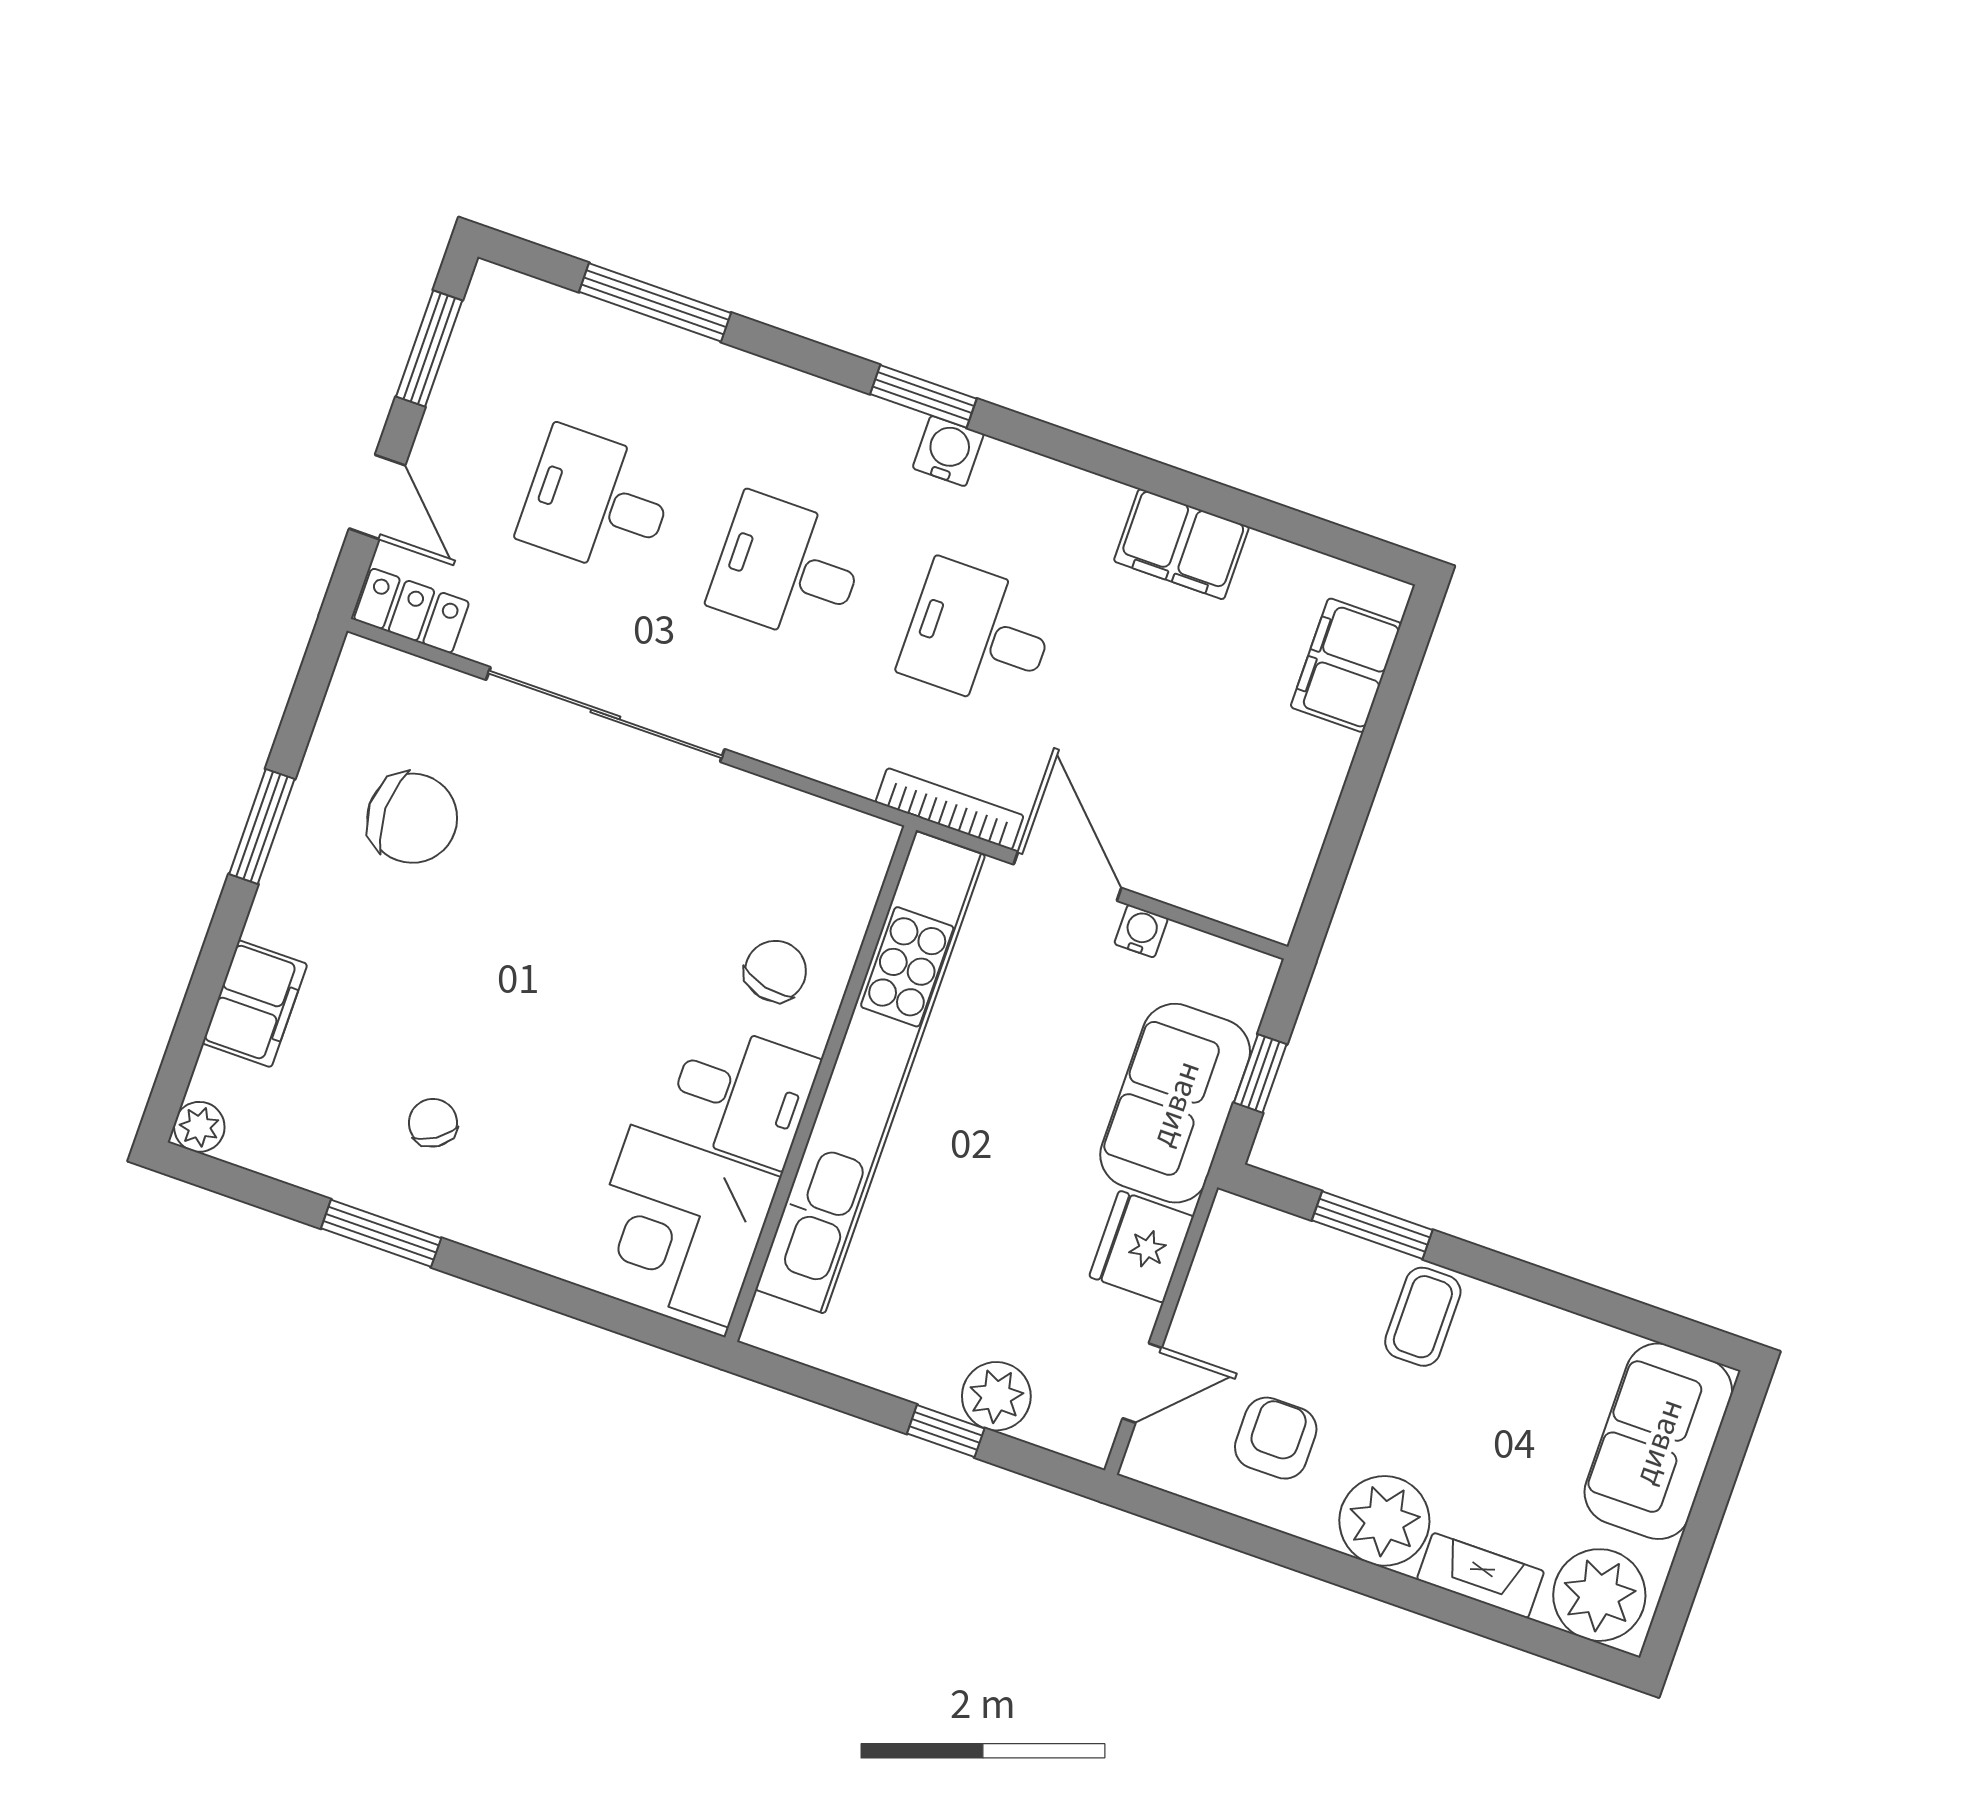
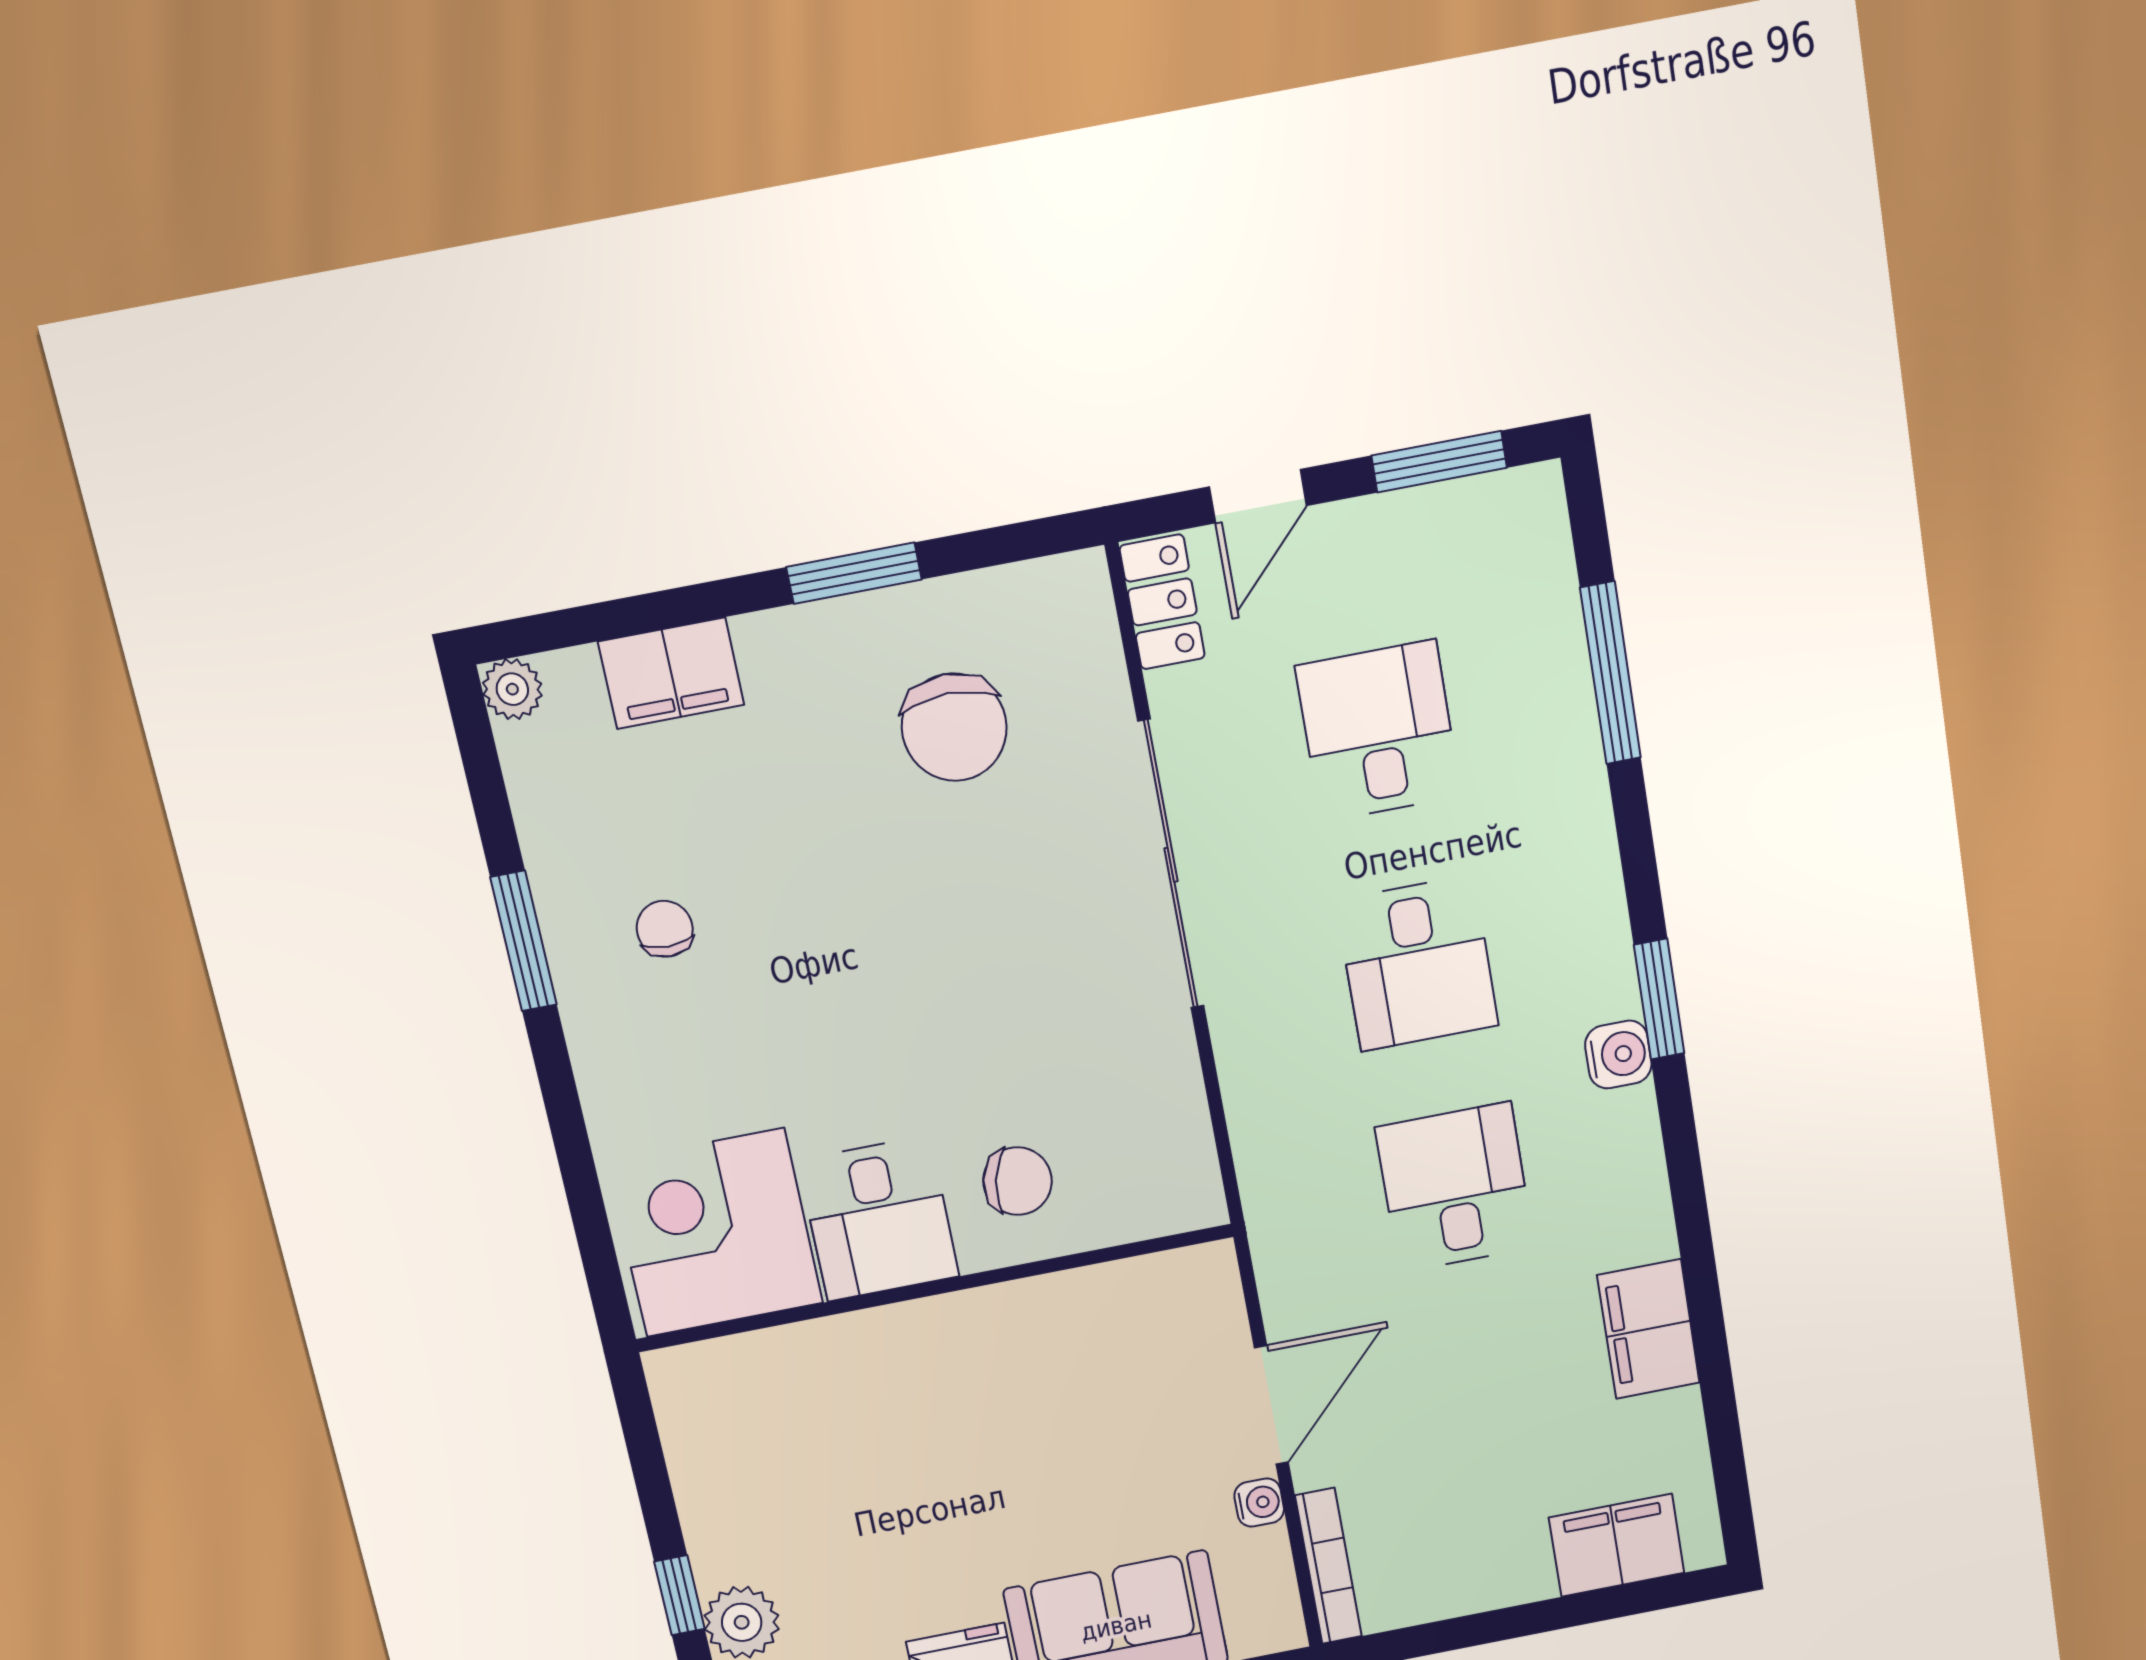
desk: (788, 568) -> (1417, 963), turned 180
bookcase: (950, 809) -> (1328, 1566), moved
kitchen unit: (870, 1072) -> (975, 1329), removed
chair: (433, 1123) -> (665, 929), turned -57

